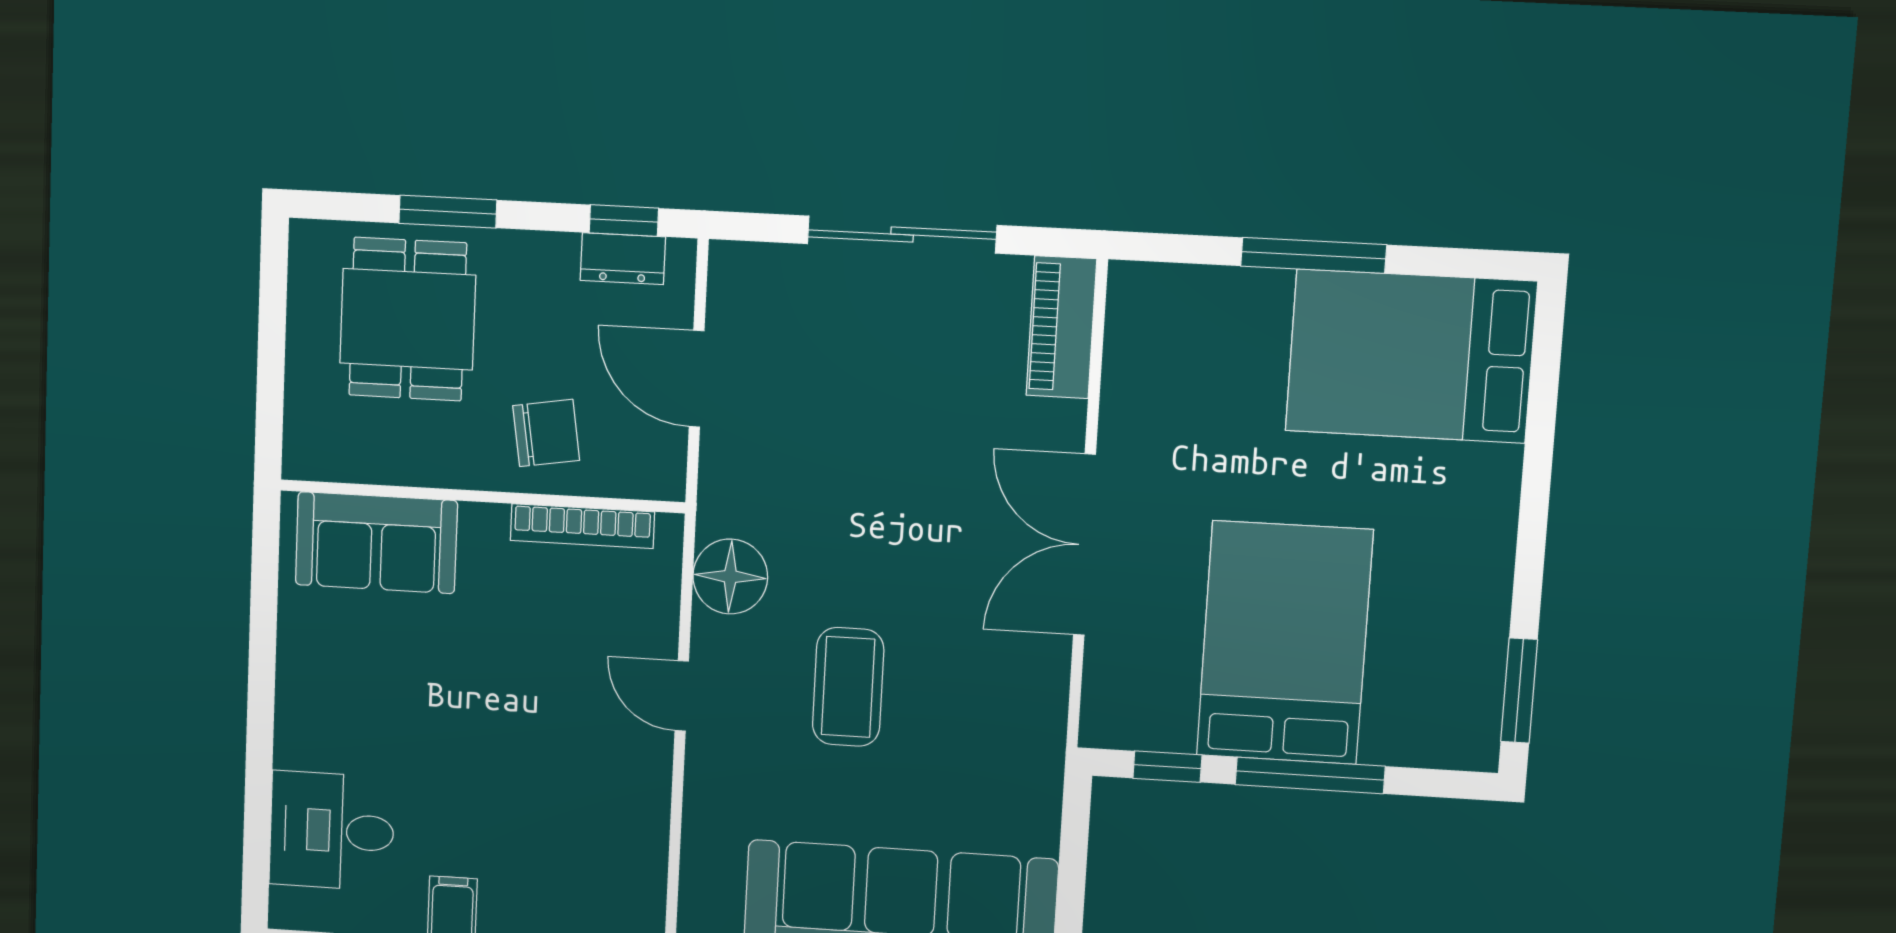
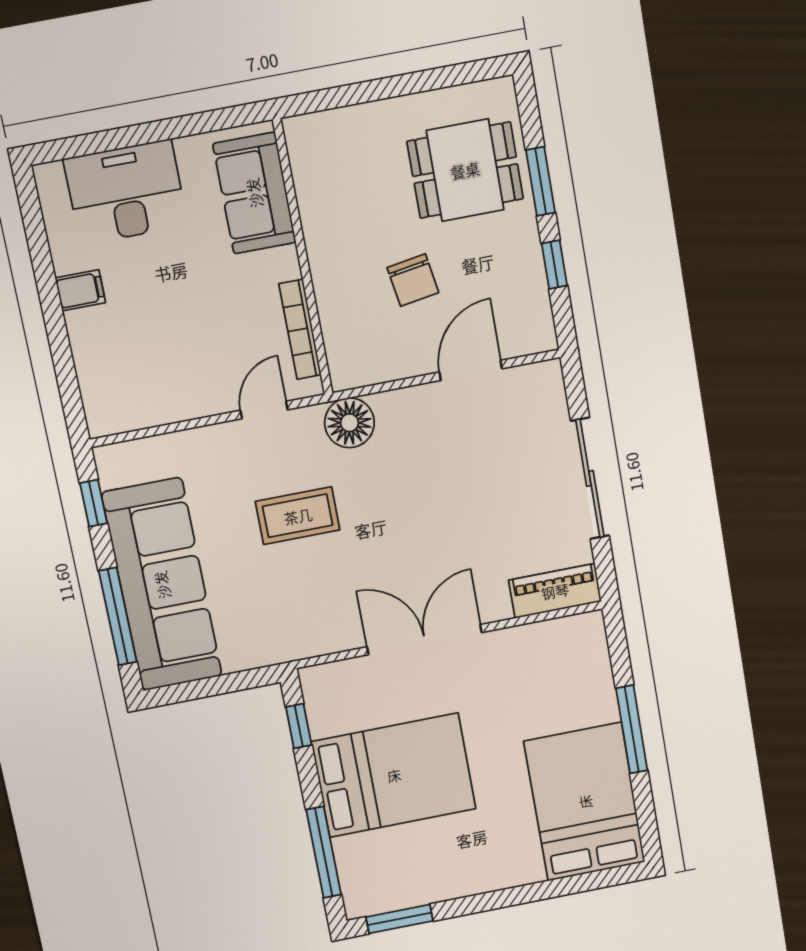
window: (624, 221) -> (554, 265), moved
dresser: (623, 259) -> (536, 304), removed
wall: (482, 496) -> (303, 258), moved
bookcase: (582, 526) -> (300, 329), moved
sofa: (376, 543) -> (254, 193), moved
window: (1310, 775) -> (324, 852), moved
desk: (332, 831) -> (126, 192), width x1.37

